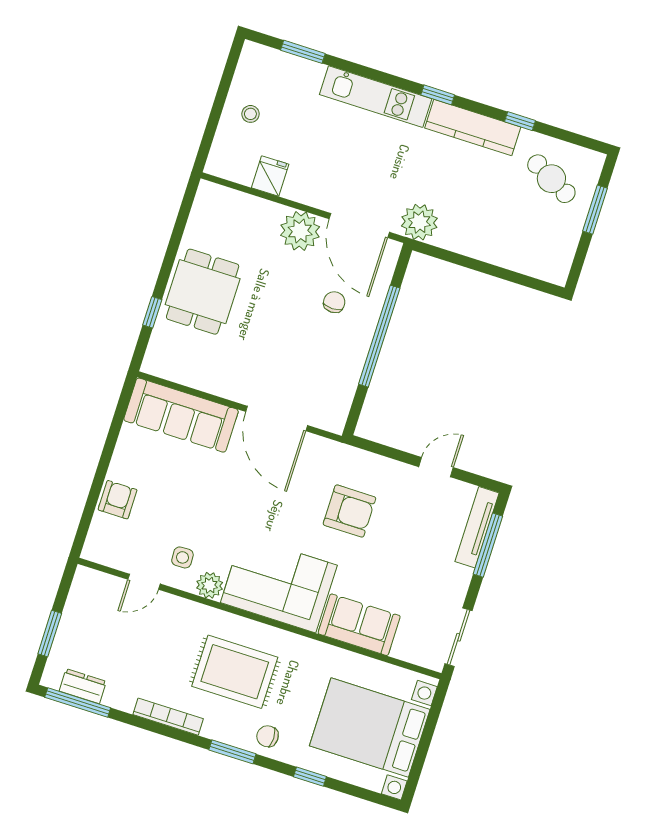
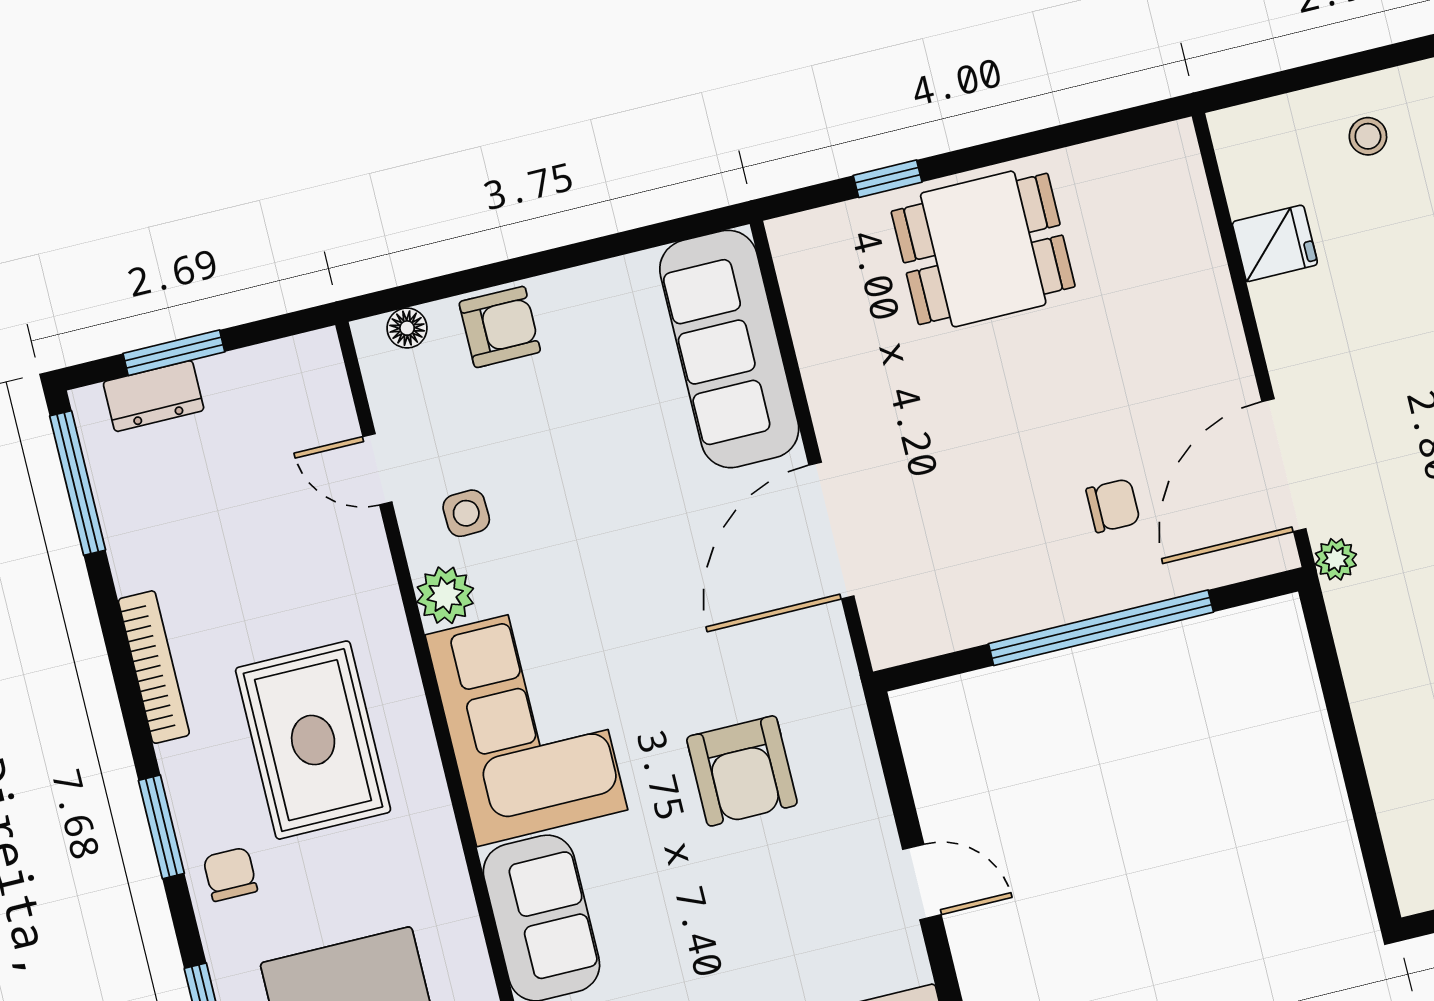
plant: (419, 222) -> (1336, 559), width x0.53, depth x0.53
plant: (300, 231) -> (1207, 361), removed
floor lamp: (96, 536) -> (407, 328), added
dresser: (83, 686) -> (154, 396), moved, turned 90

